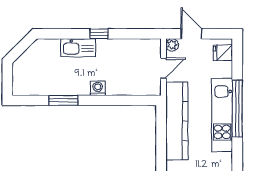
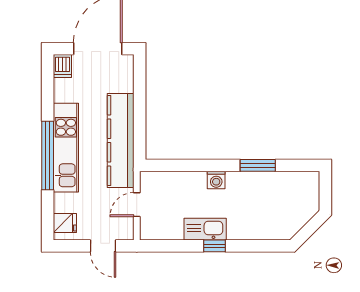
plant: (172, 45) -> (126, 233), removed
kitchen sink: (78, 48) -> (205, 229), moved

